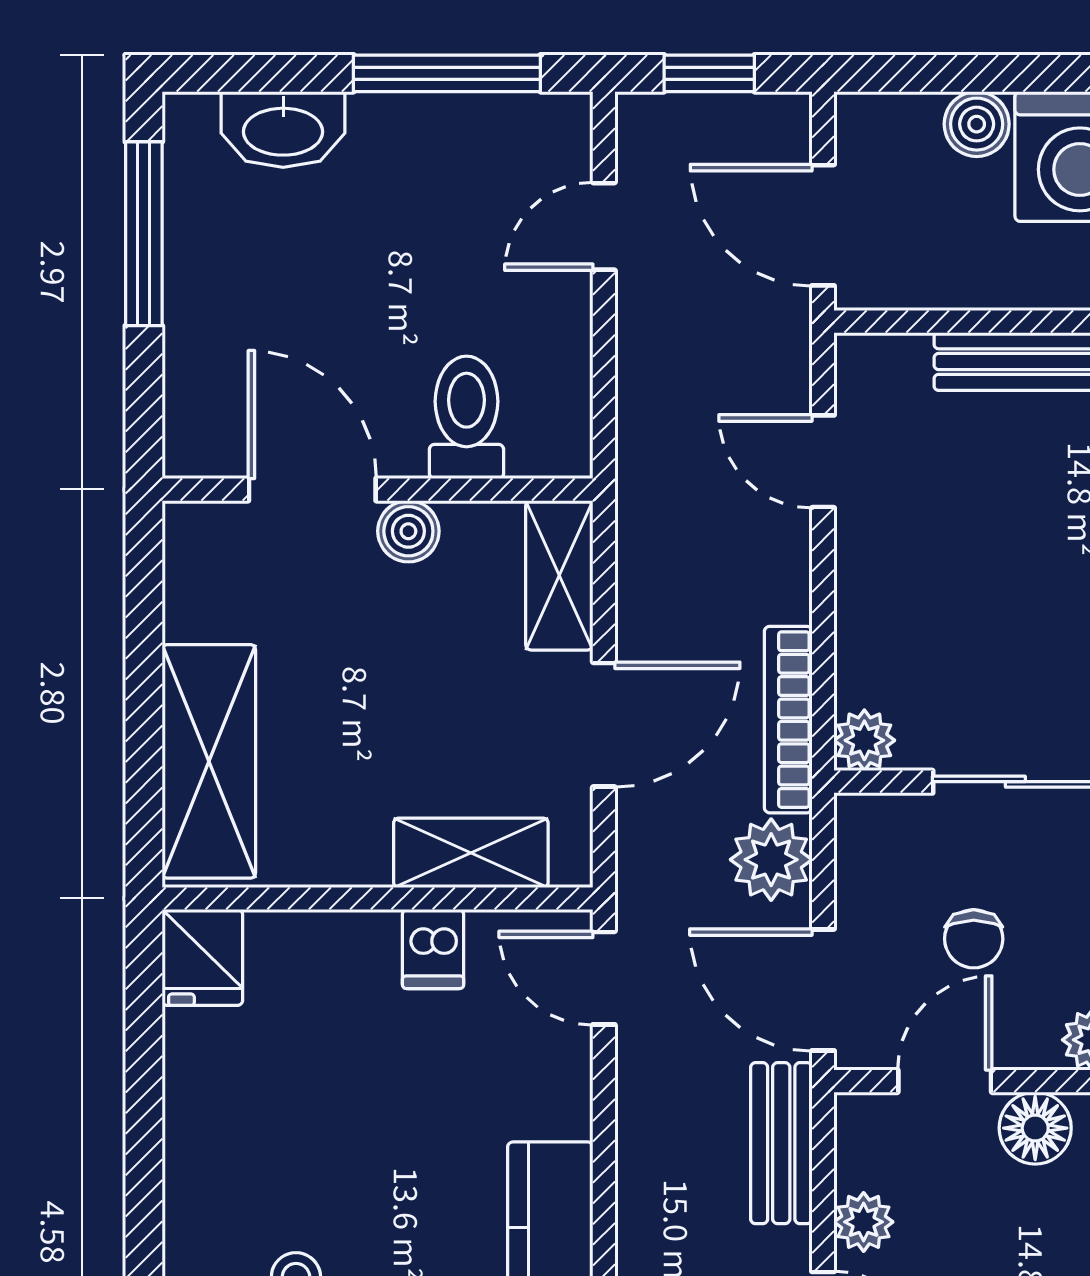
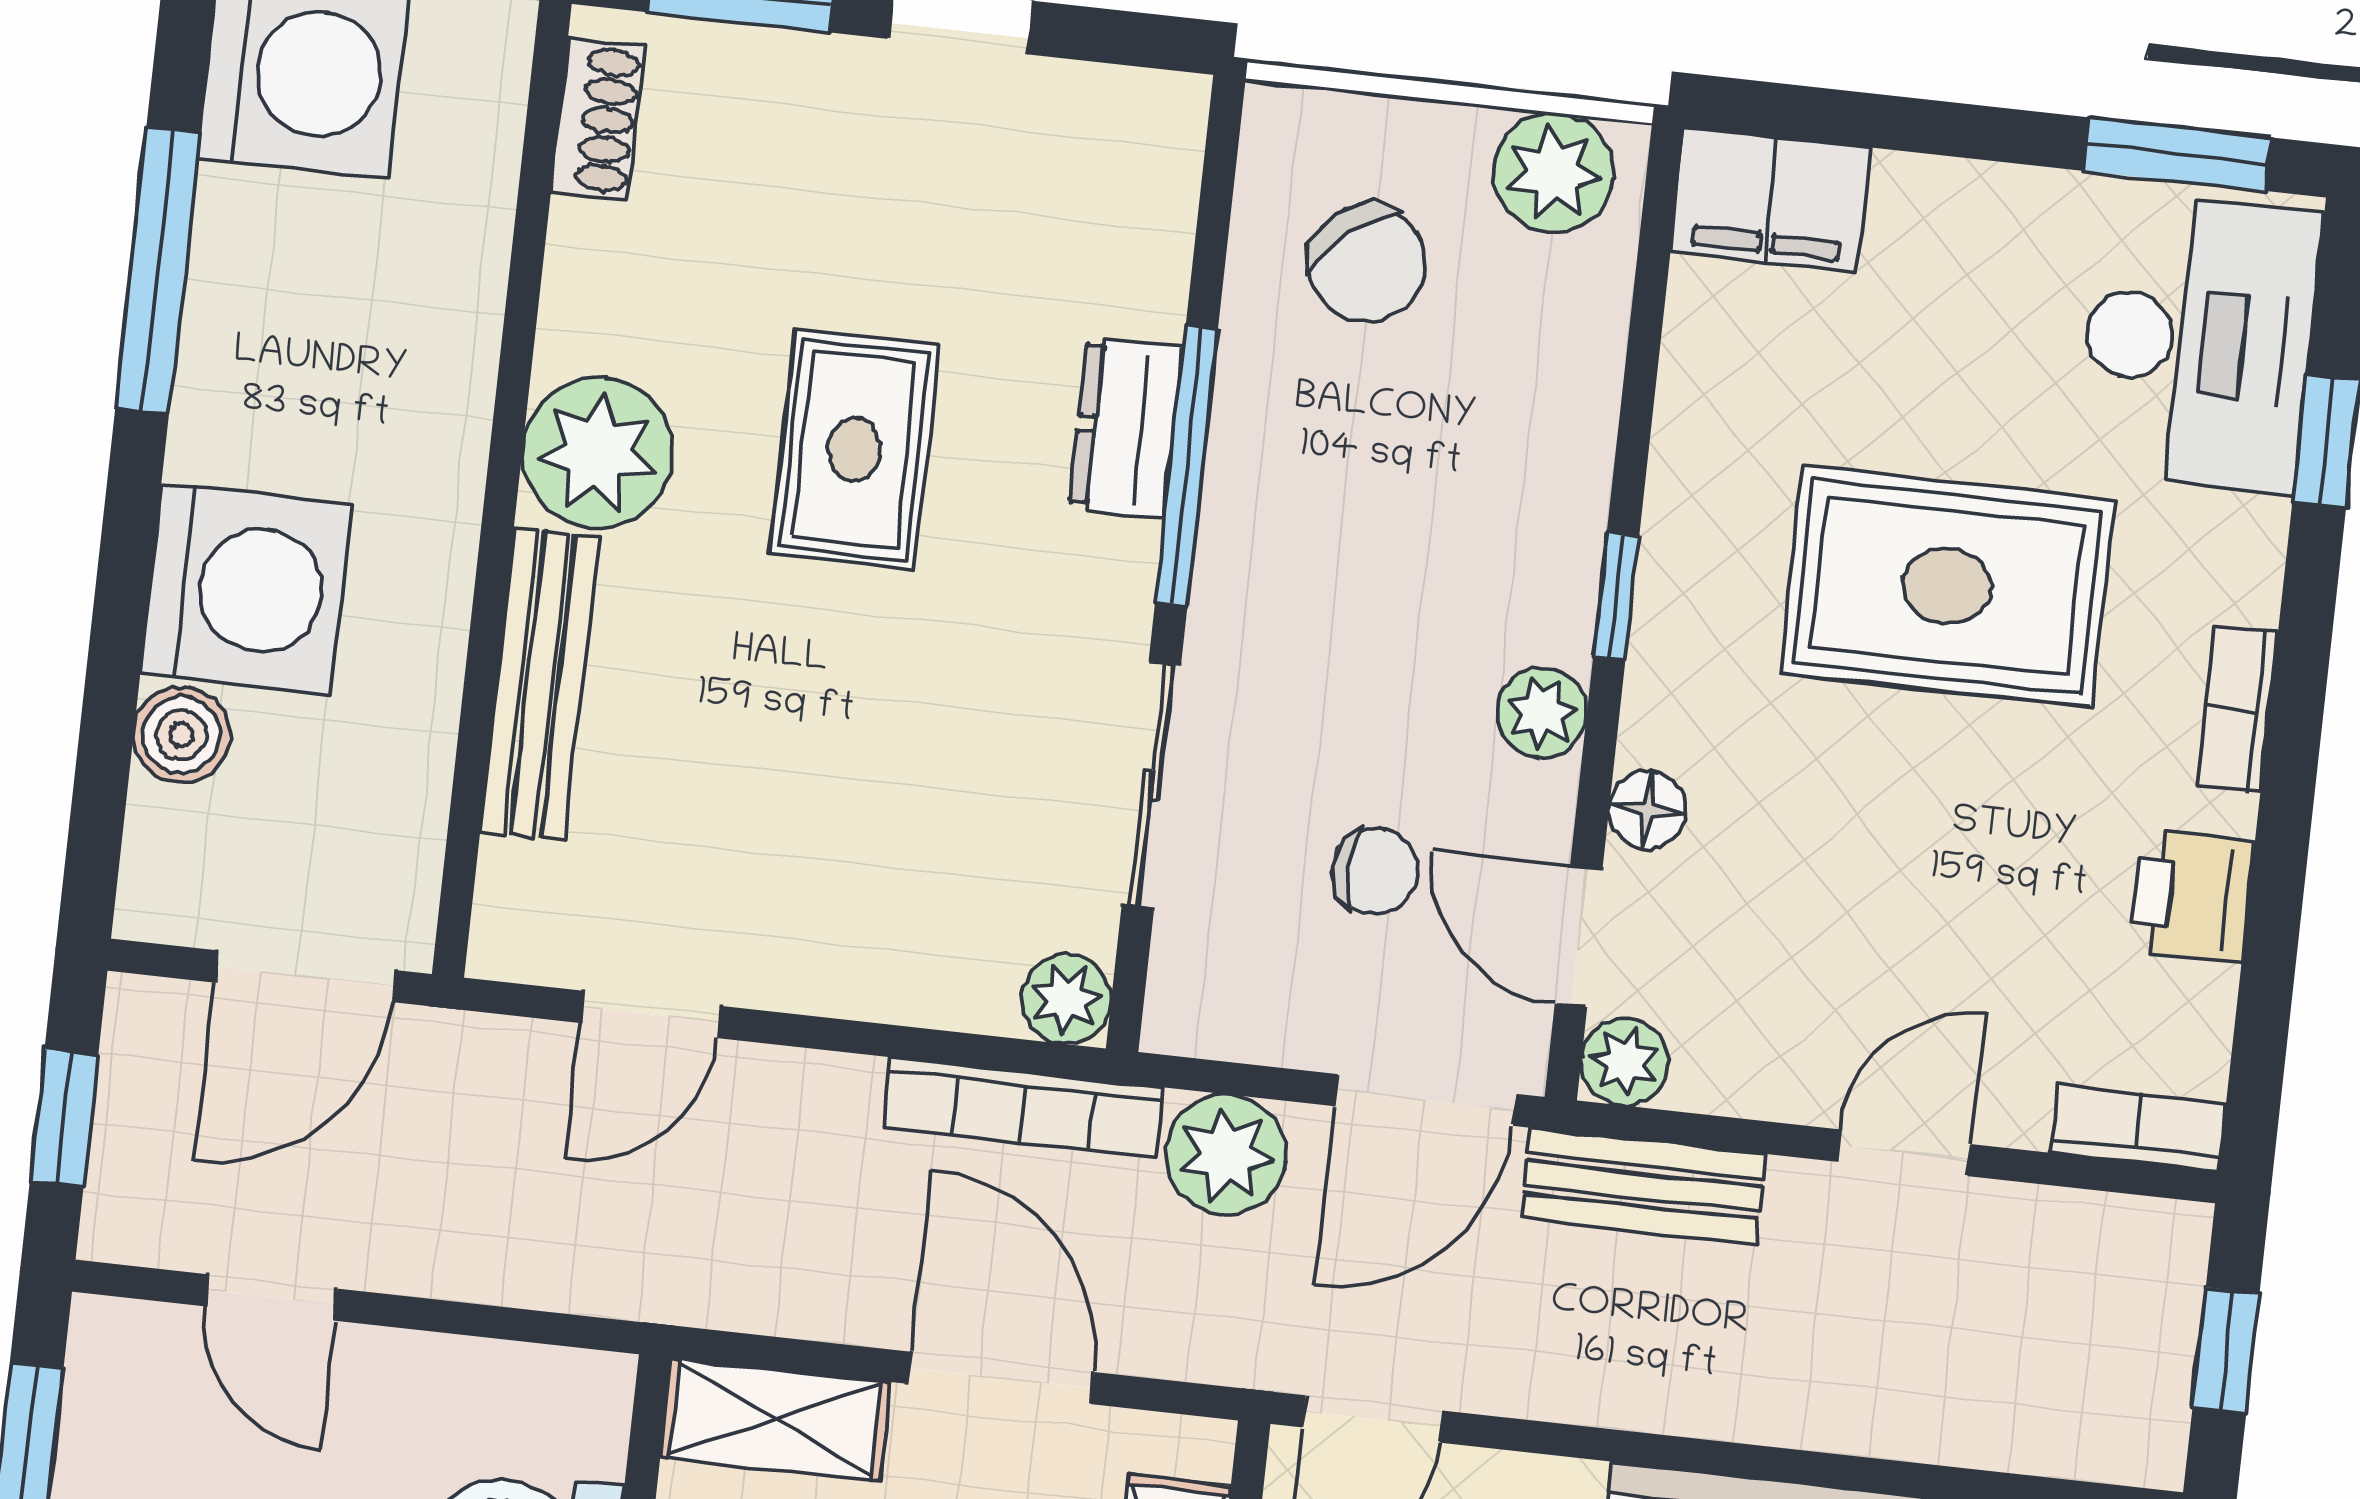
floor lamp: (1035, 1128) -> (1648, 810), width x0.73, depth x0.73
plant: (864, 1222) -> (1625, 1062), moved

